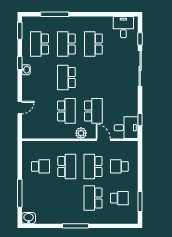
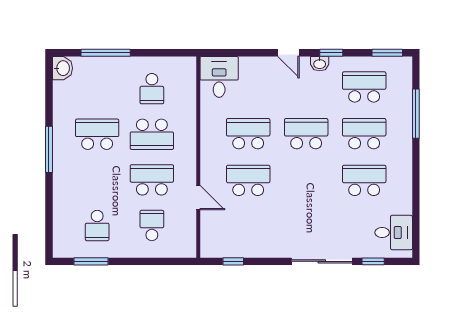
door: (20, 108) -> (288, 53), moved
school desk: (66, 111) -> (248, 134), turned 180
school desk: (93, 111) -> (248, 180), turned 180
desk: (126, 128) -> (219, 77), moved, turned 180
plant: (81, 133) -> (210, 159), removed
door: (103, 140) -> (198, 198), hinge flipped
school desk: (93, 198) -> (97, 134), moved

